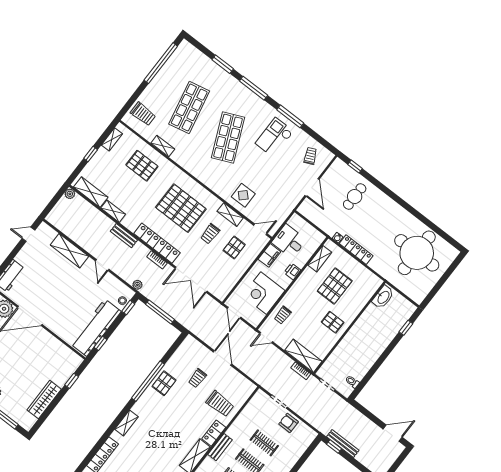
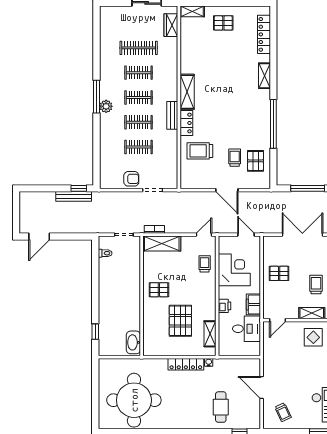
pallet: (234, 248) -> (279, 273), moved, turned 90
pallet: (164, 383) -> (256, 161), moved

